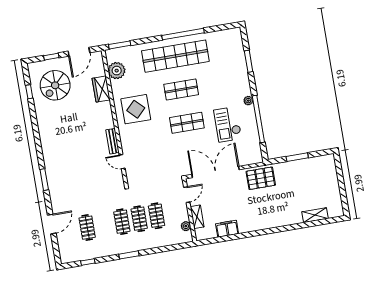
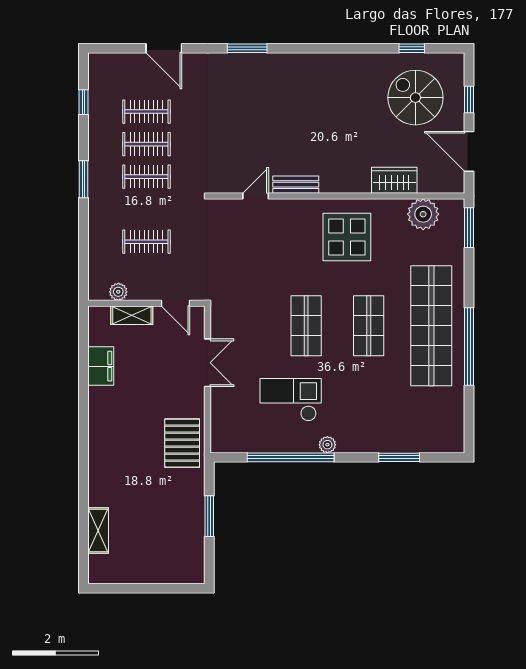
double door: (216, 172) -> (208, 363), width x0.54
clothes rail: (139, 219) -> (146, 144), moved

